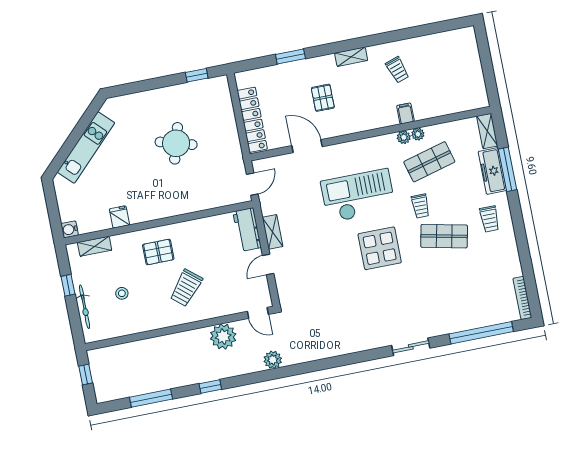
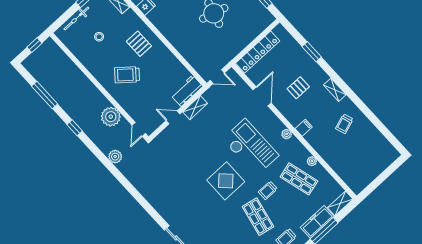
filing cabinet: (405, 114) -> (304, 128), moved
plant: (404, 137) -> (287, 134), moved

